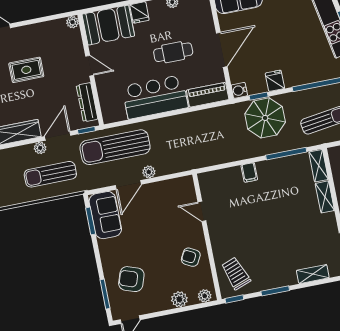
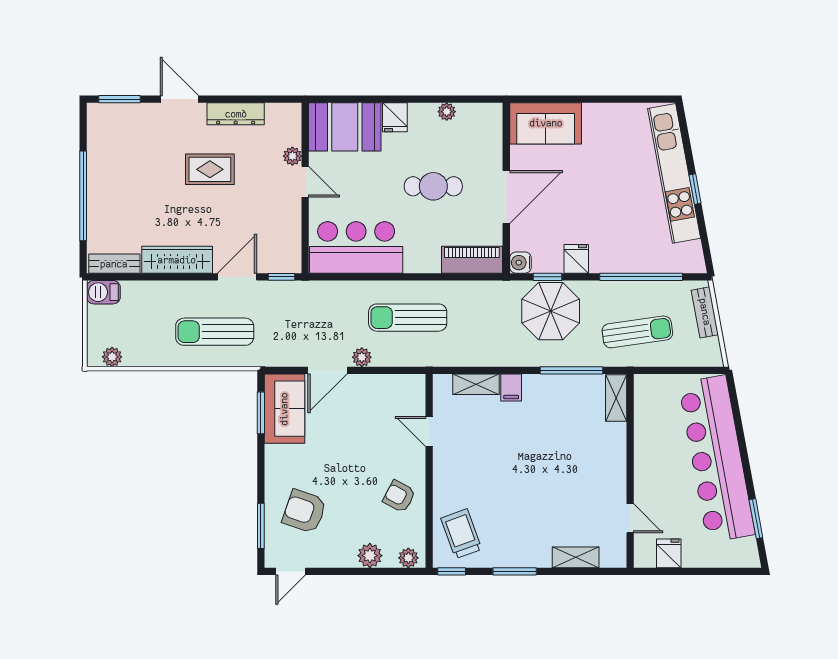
plant: (72, 22) -> (292, 156), moved
bar counter: (155, 97) -> (356, 247), moved
dresser: (87, 102) -> (236, 114), moved, turned -90
sun lounger: (115, 147) -> (408, 318), moved, width x0.73, depth x0.75
plant: (40, 148) -> (207, 290), removed
shelving: (325, 197) -> (476, 384), moved, turned 90

